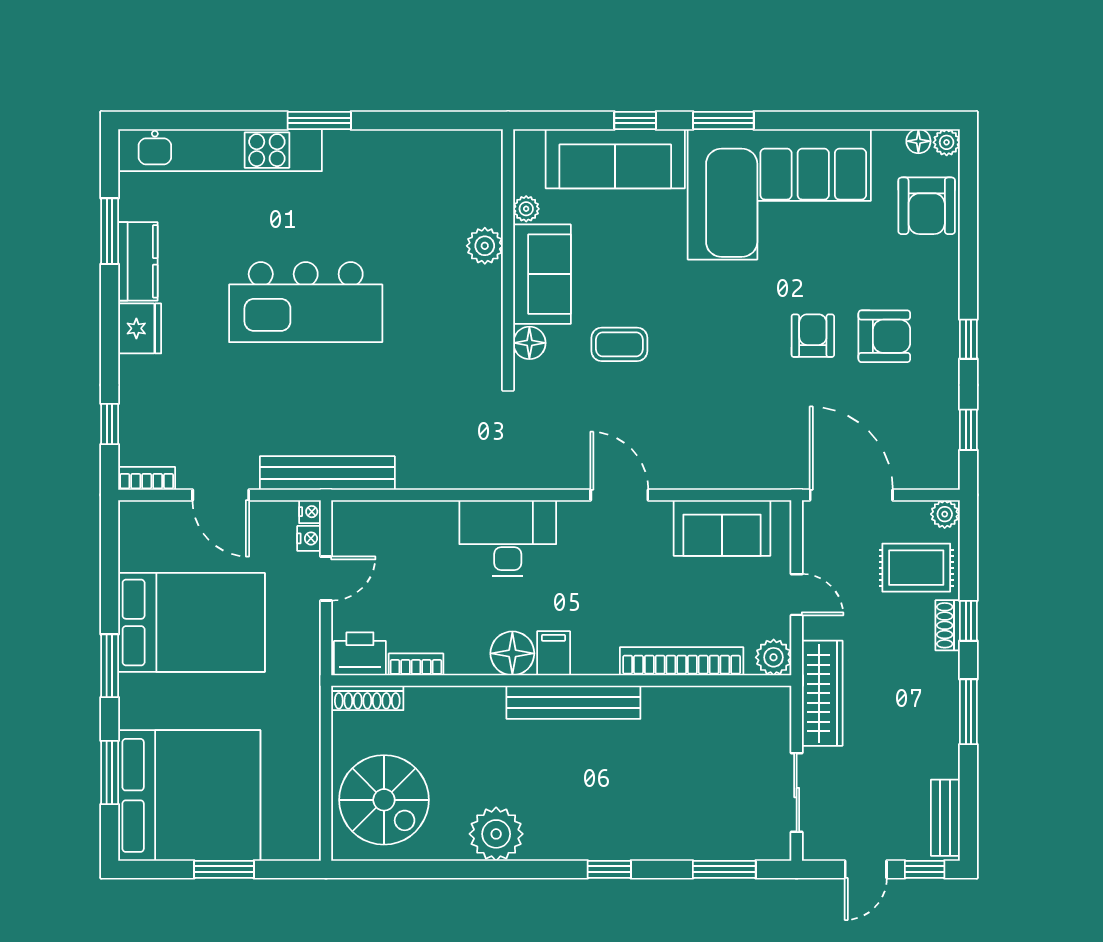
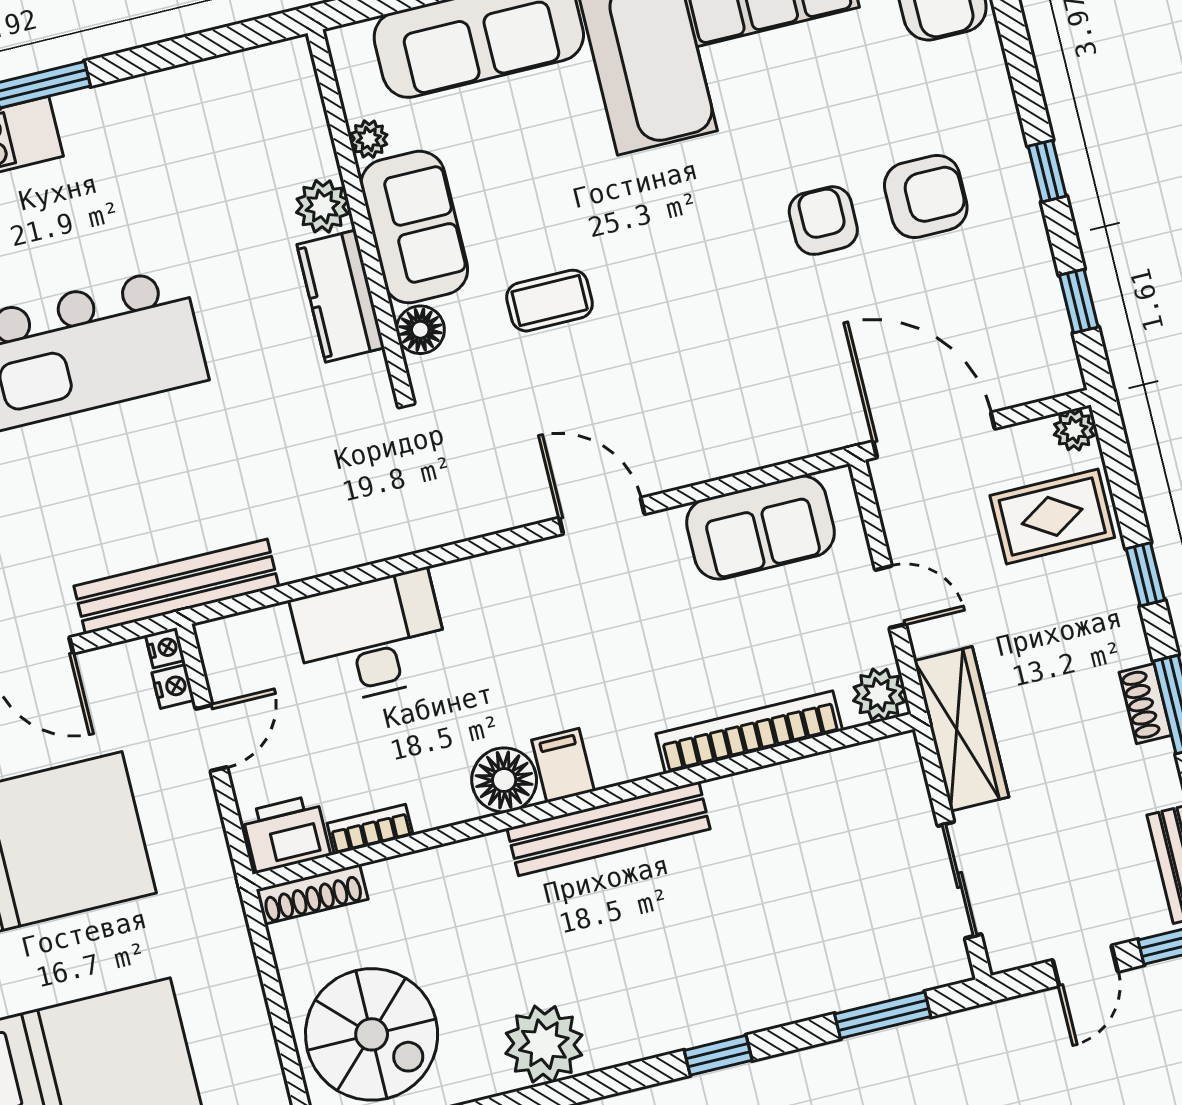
kitchen counter: (482, 308) -> (341, 296), added
desk: (508, 538) -> (371, 638), moved
shoe rack: (948, 625) -> (1145, 704), moved

